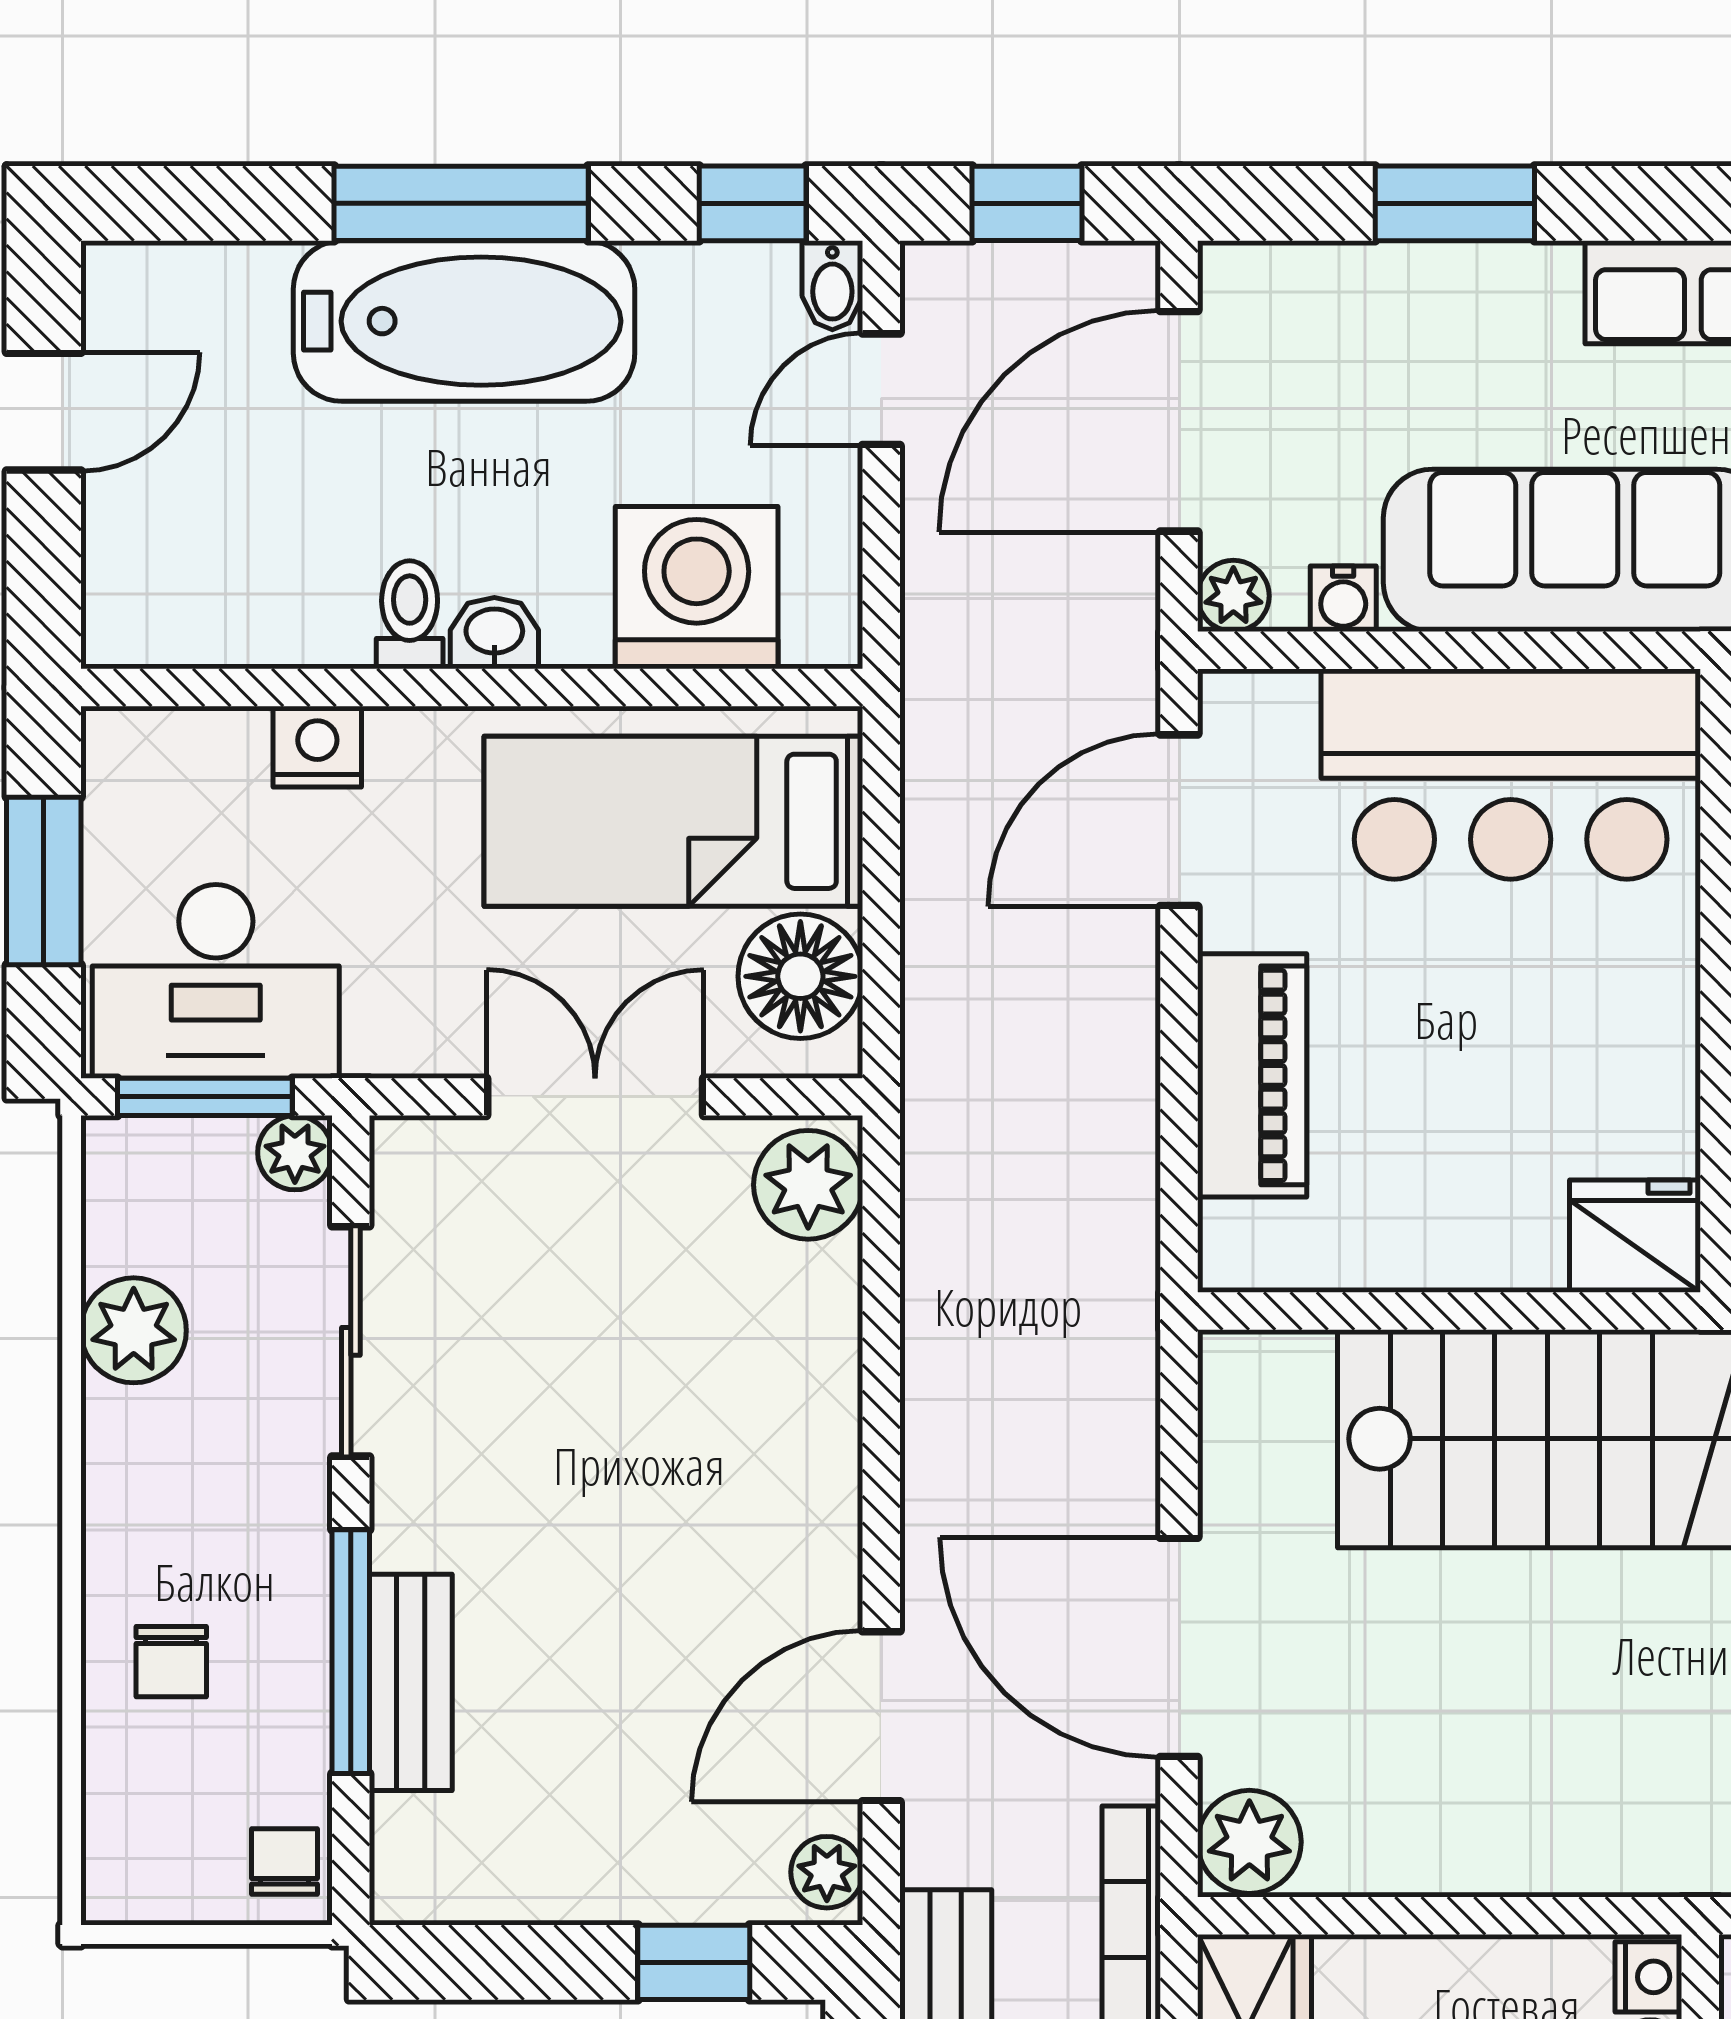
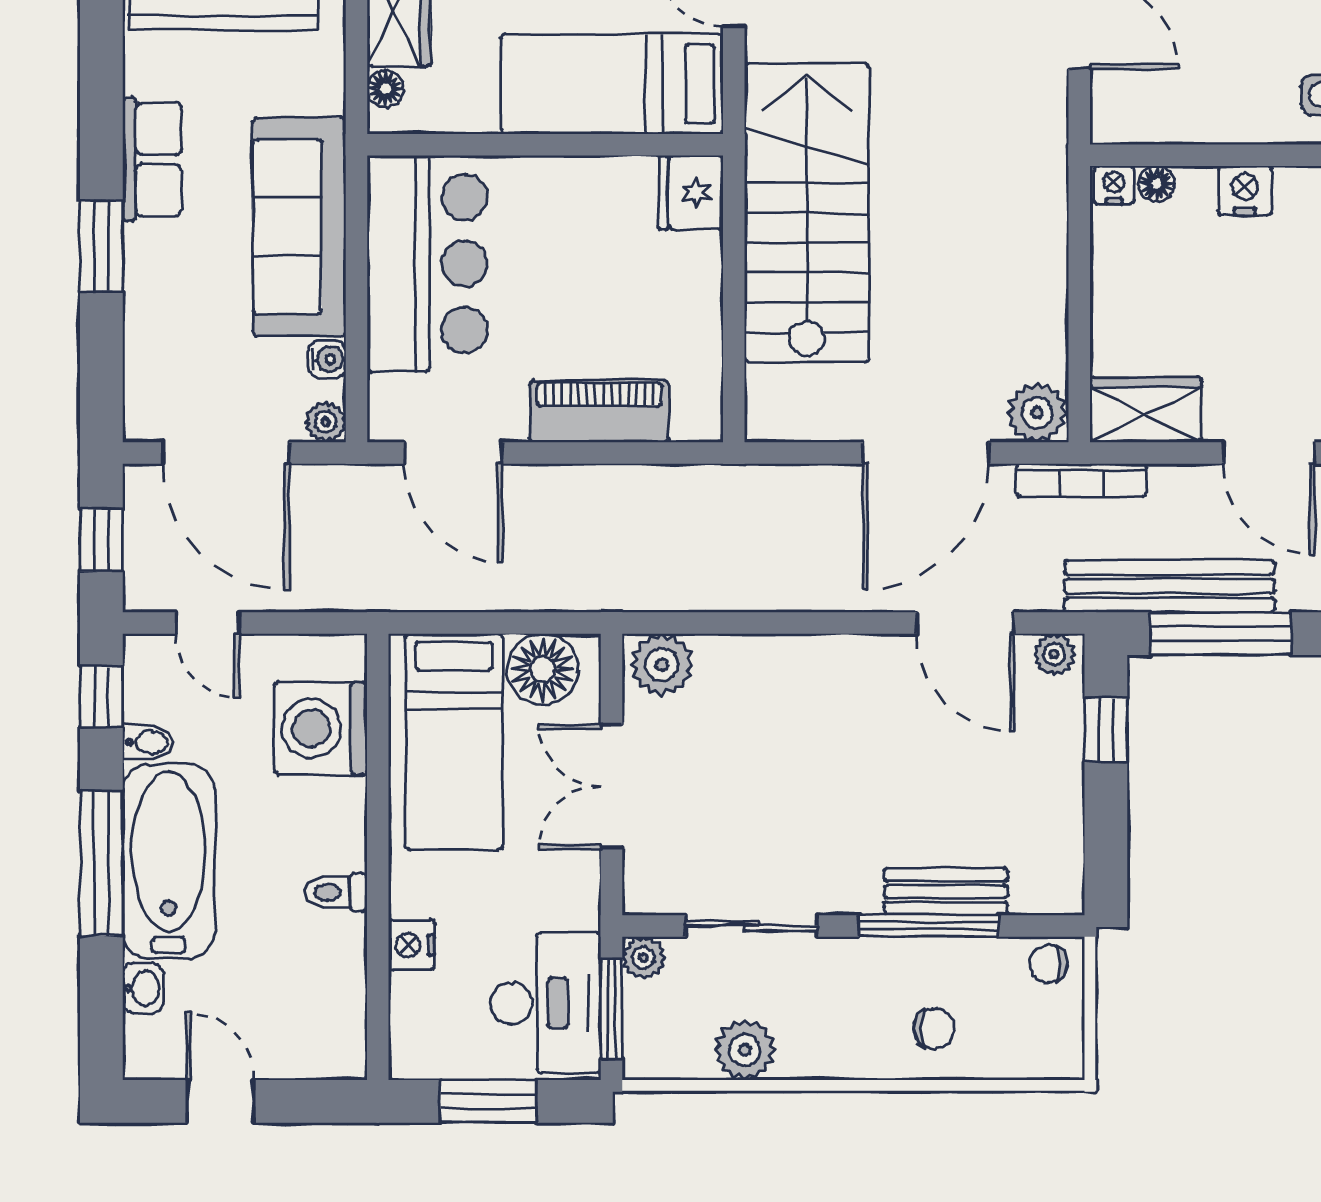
window: (1455, 203) -> (101, 246), moved
bidet: (832, 285) -> (148, 742), moved
washbasin: (494, 633) -> (143, 988), moved, turned 180

